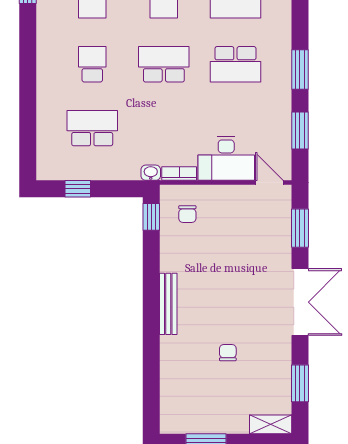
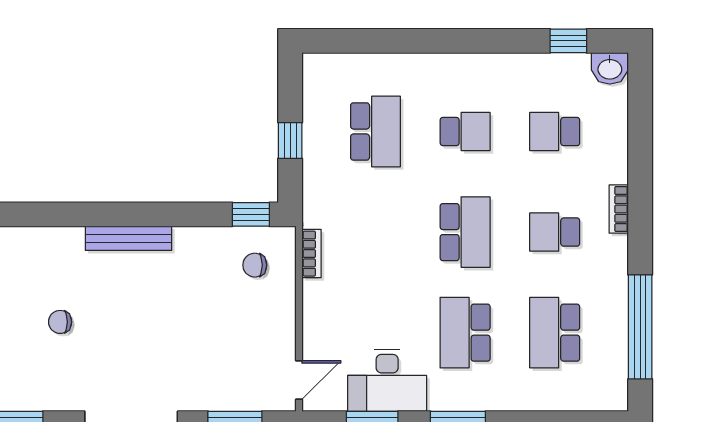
desk: (226, 158) -> (387, 380), moved, turned -90
washbasin: (151, 173) -> (313, 214), removed
window: (78, 189) -> (290, 141), moved
chair: (228, 353) -> (60, 322), turned 180

